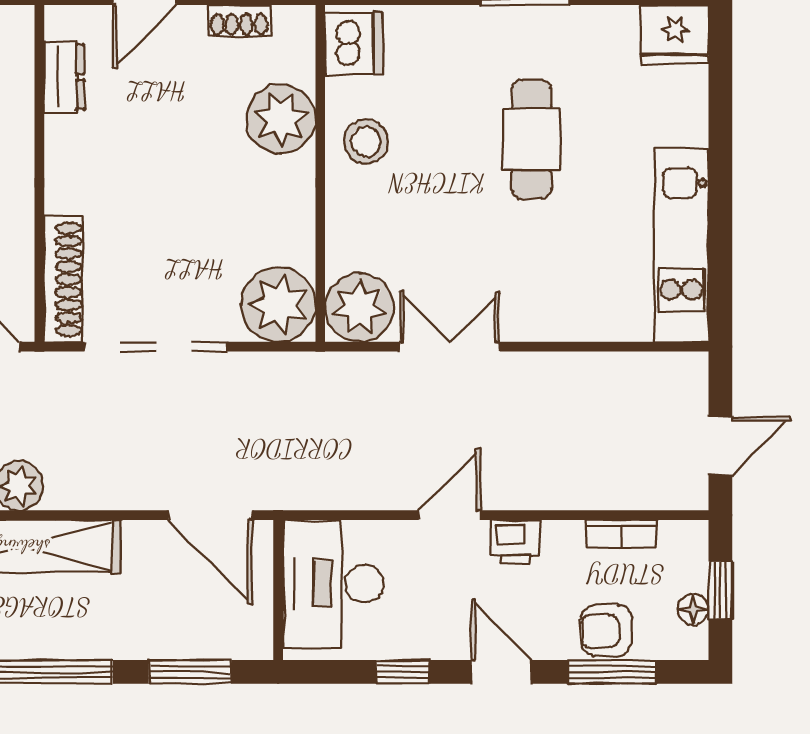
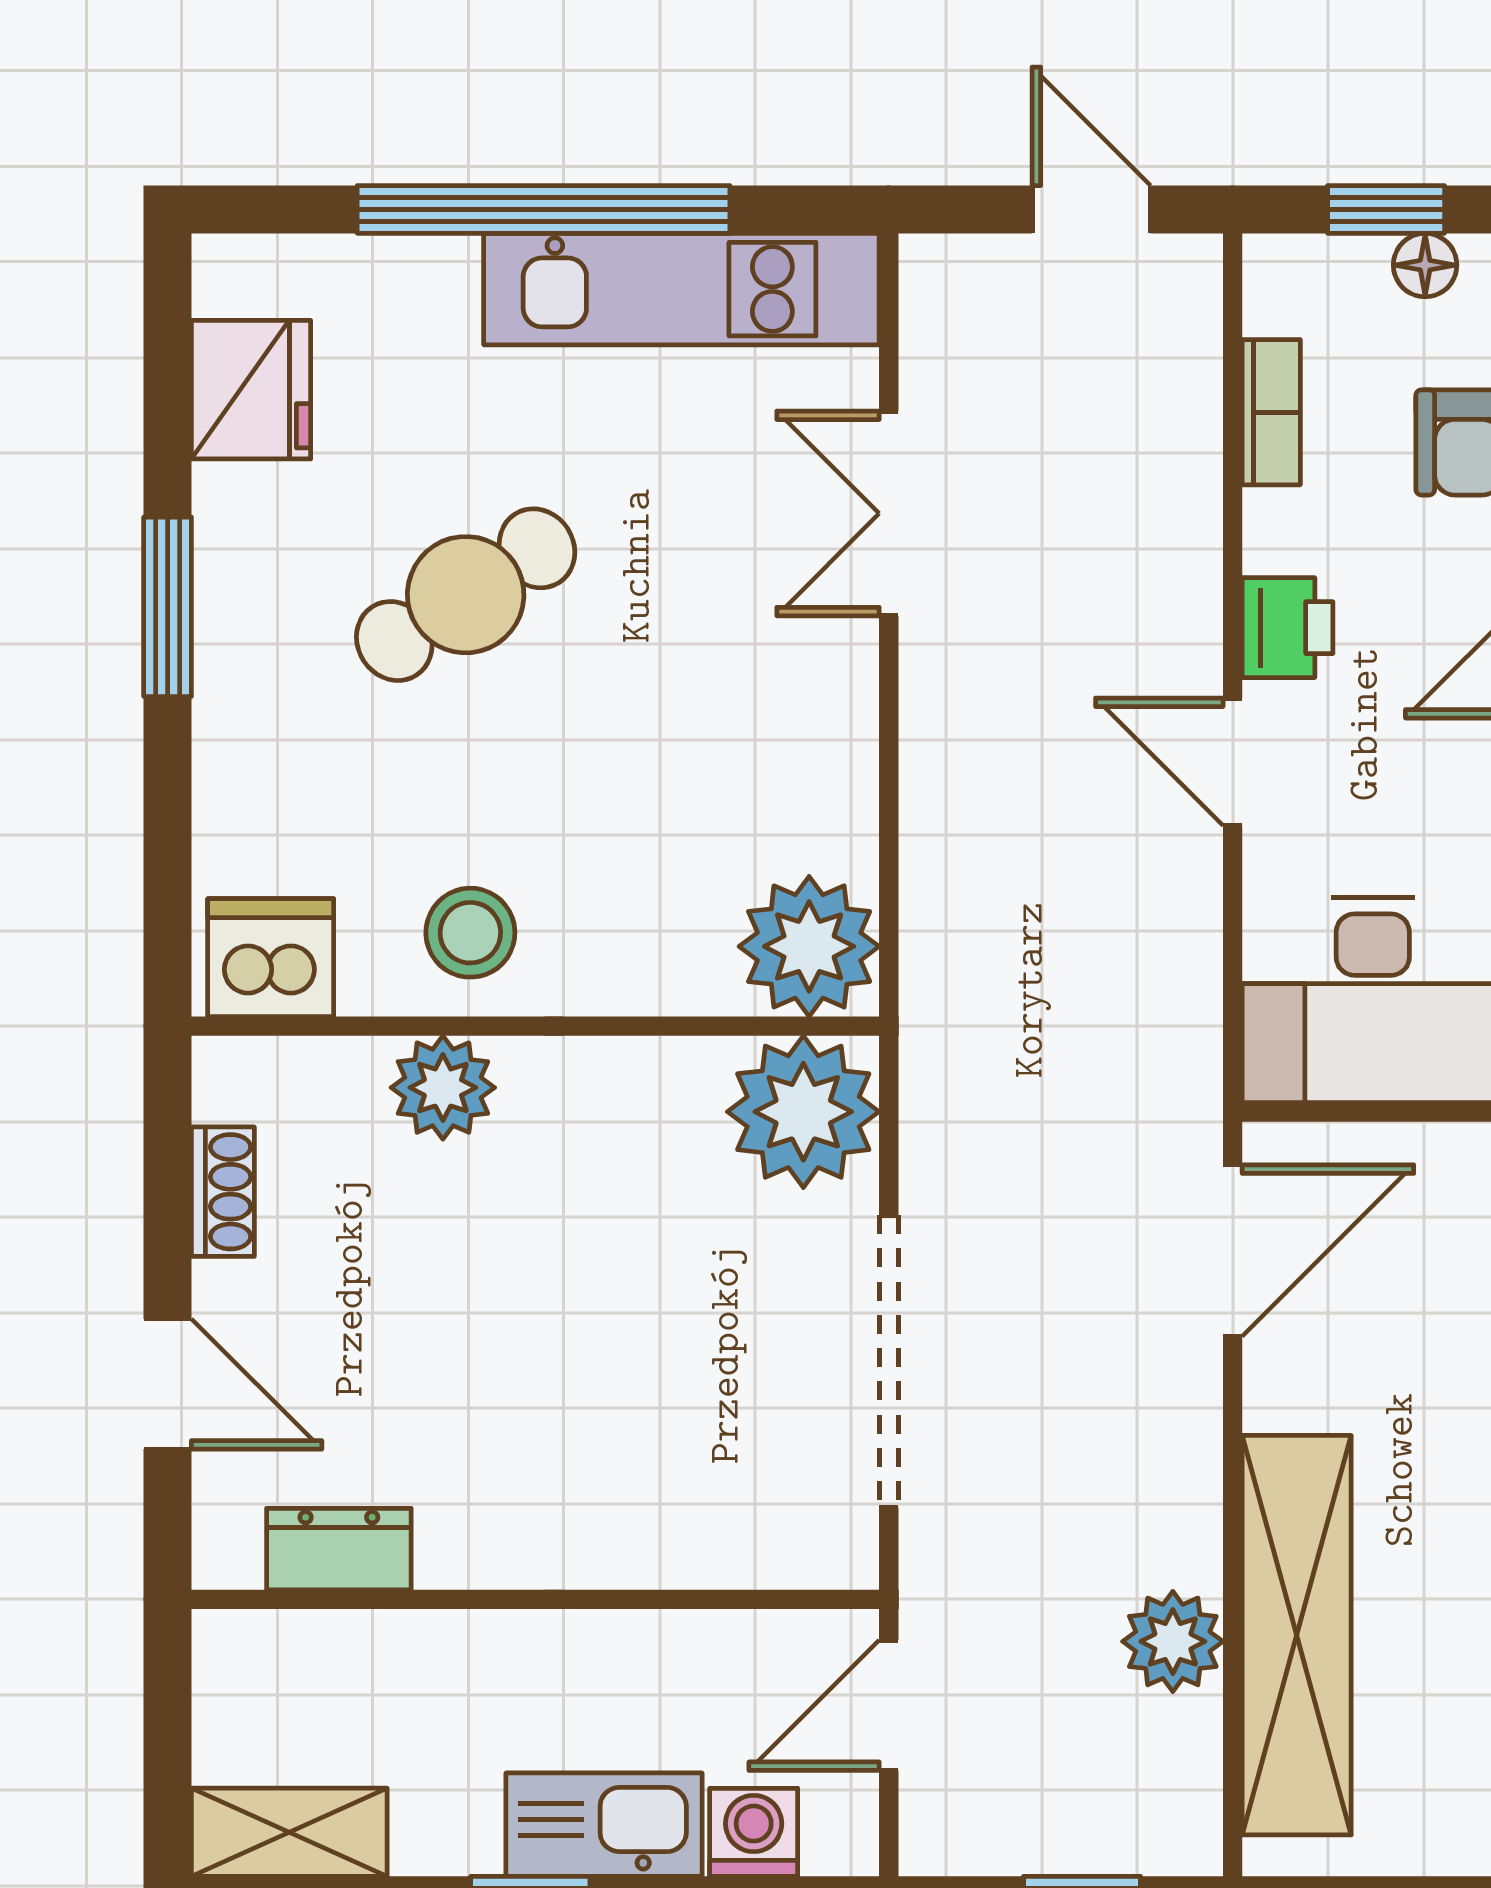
fridge: (675, 34) -> (251, 390), moved
plant: (281, 119) -> (443, 1088), width x0.73, depth x0.73
cafe table: (532, 139) -> (466, 595), turned -33
window: (720, 177) -> (544, 209), added
shoe rack: (63, 279) -> (751, 1550), removed
double door: (450, 347) -> (889, 513), moved

